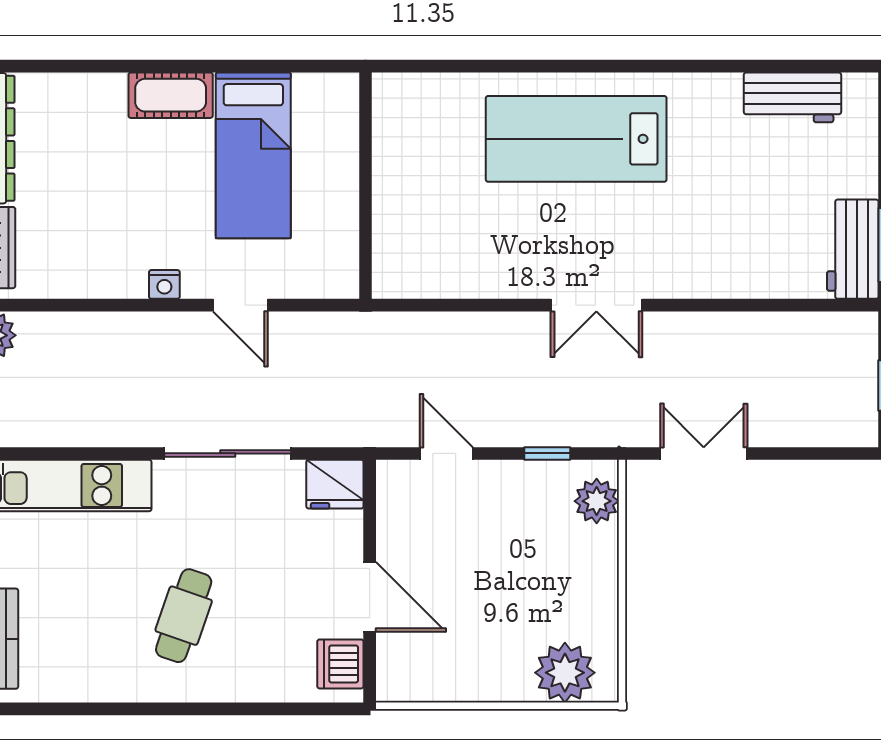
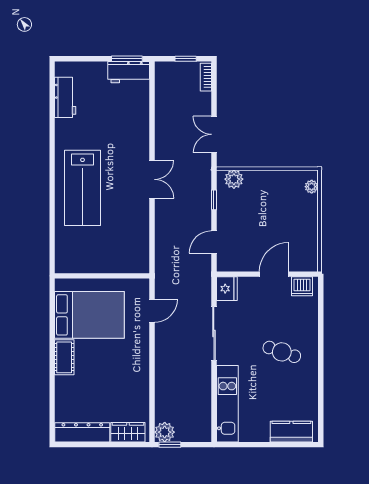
bed: (253, 155) -> (89, 315), width x1.50
nightstand: (164, 284) -> (143, 360), removed
door: (240, 305) -> (152, 311), moved
bookcase: (841, 434) -> (206, 77), added
plant: (565, 673) -> (312, 187), width x0.53, depth x0.53

